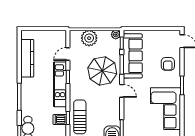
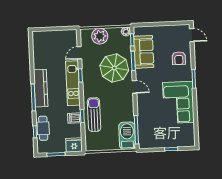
sofa: (133, 56) -> (144, 52), width x0.73
kitchen counter: (27, 58) -> (41, 88), moved

